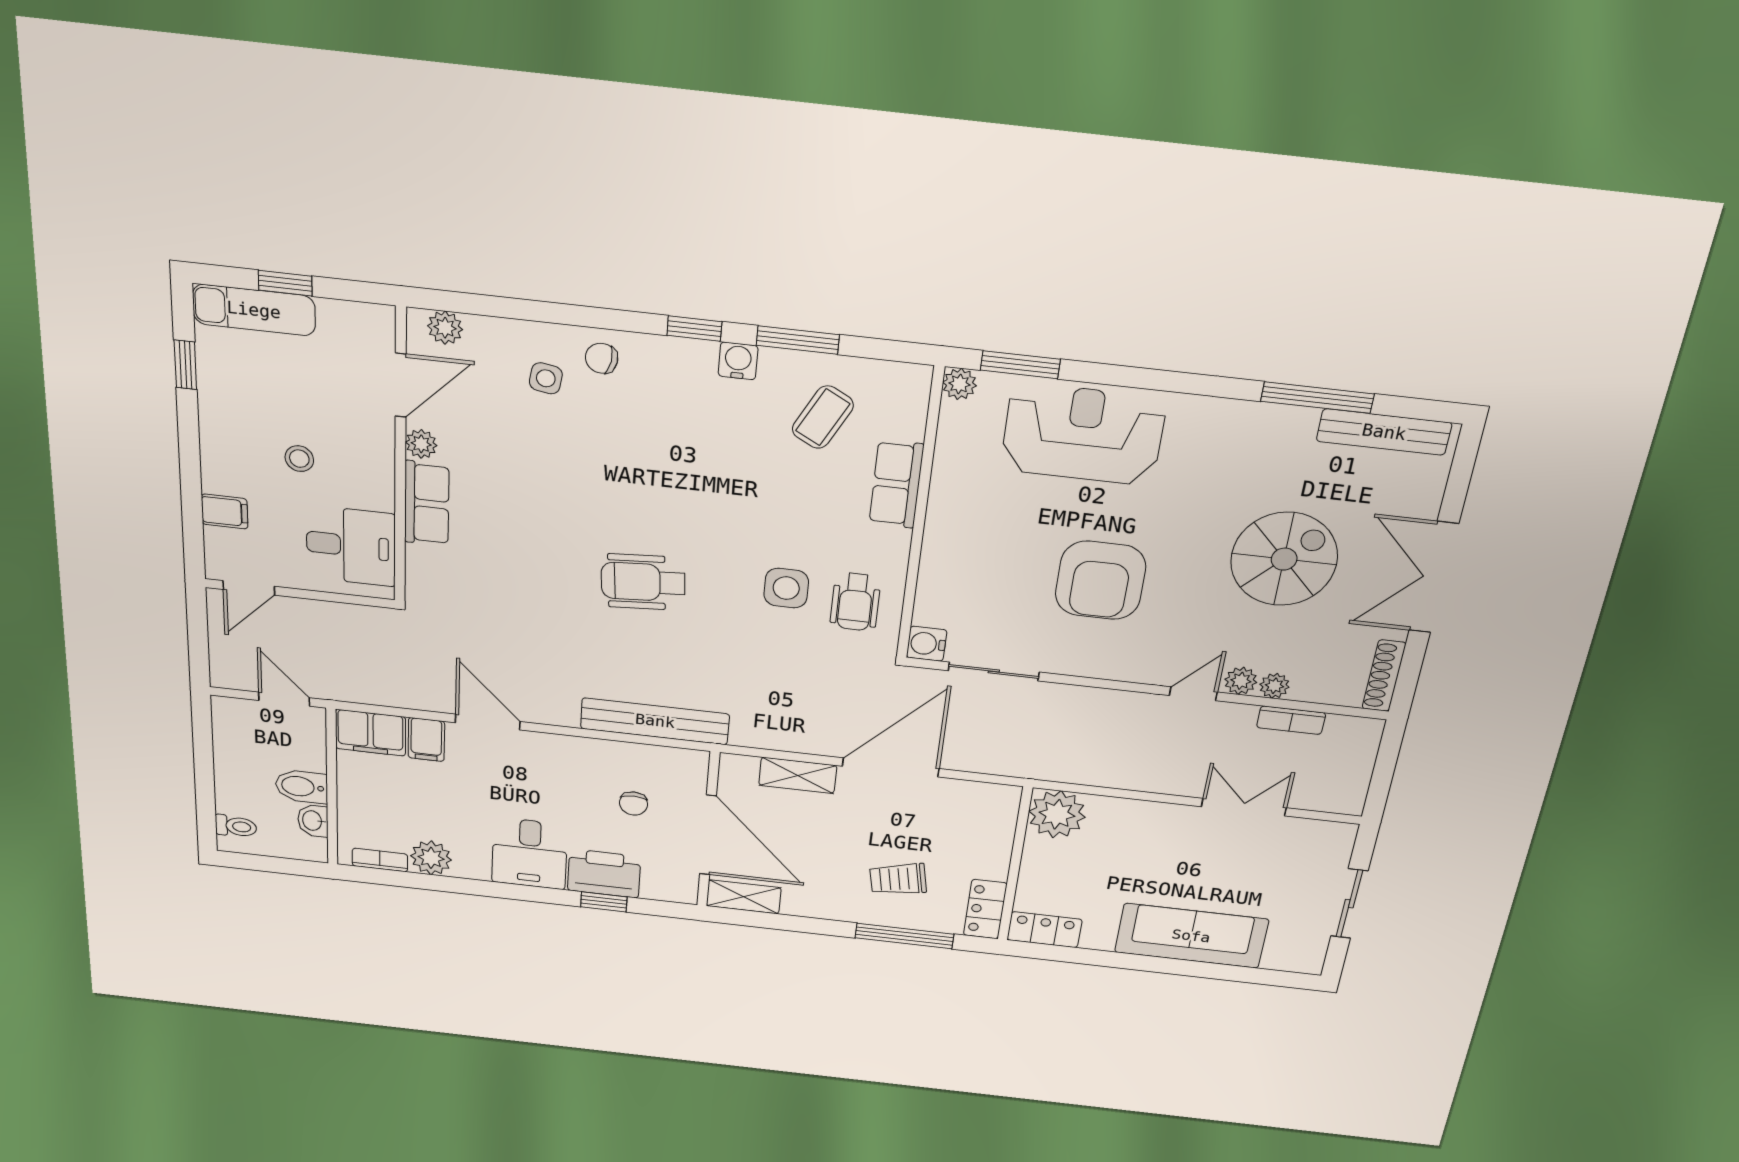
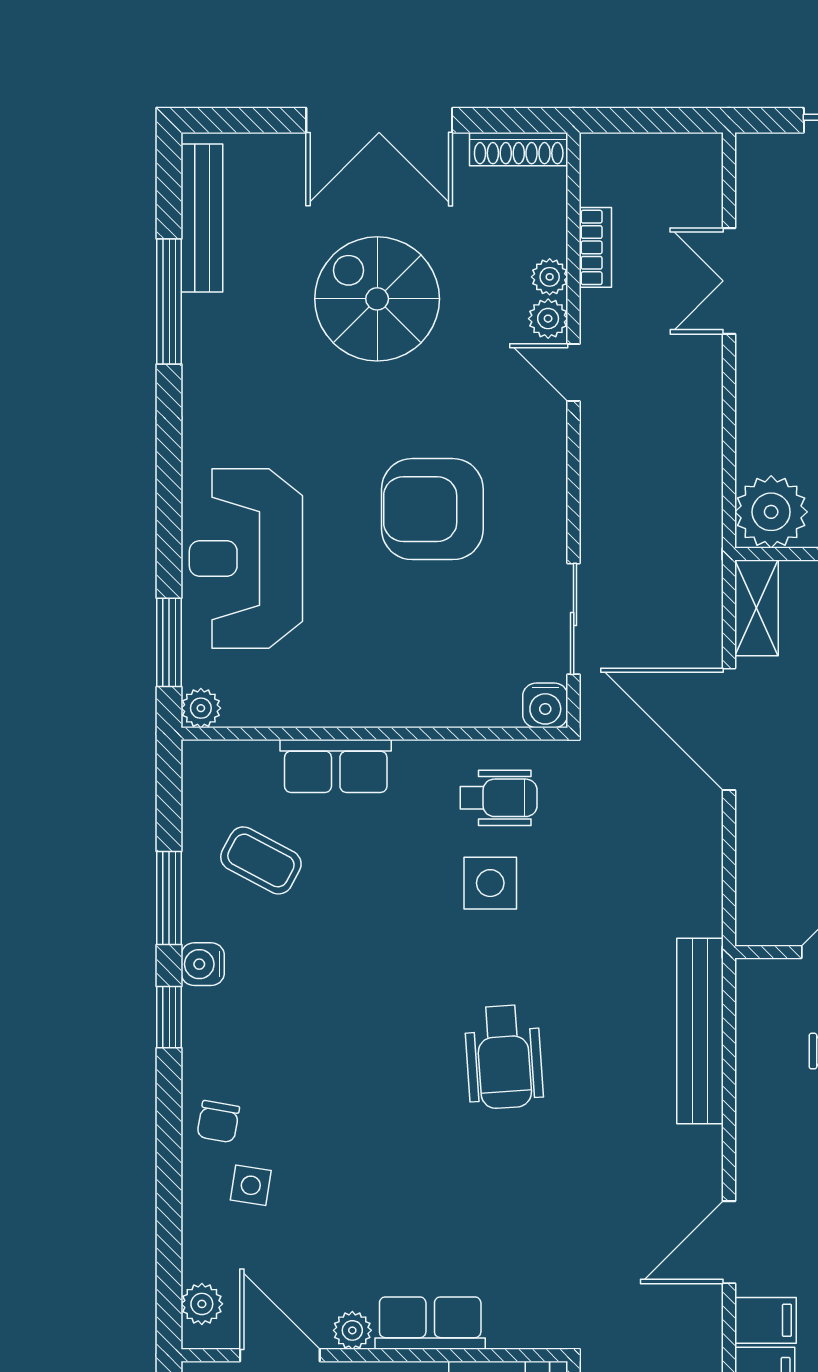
armchair: (1100, 580) -> (432, 509), turned 180
shelving: (798, 775) -> (756, 608), moved

